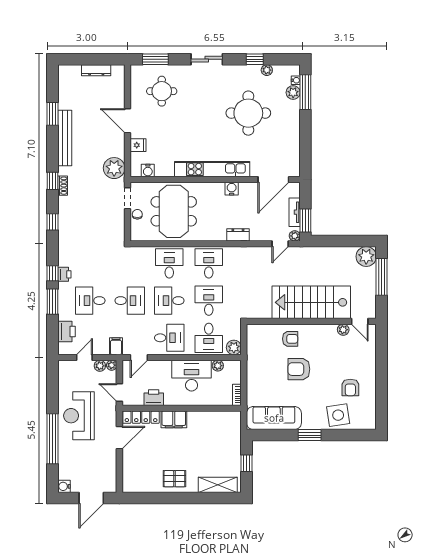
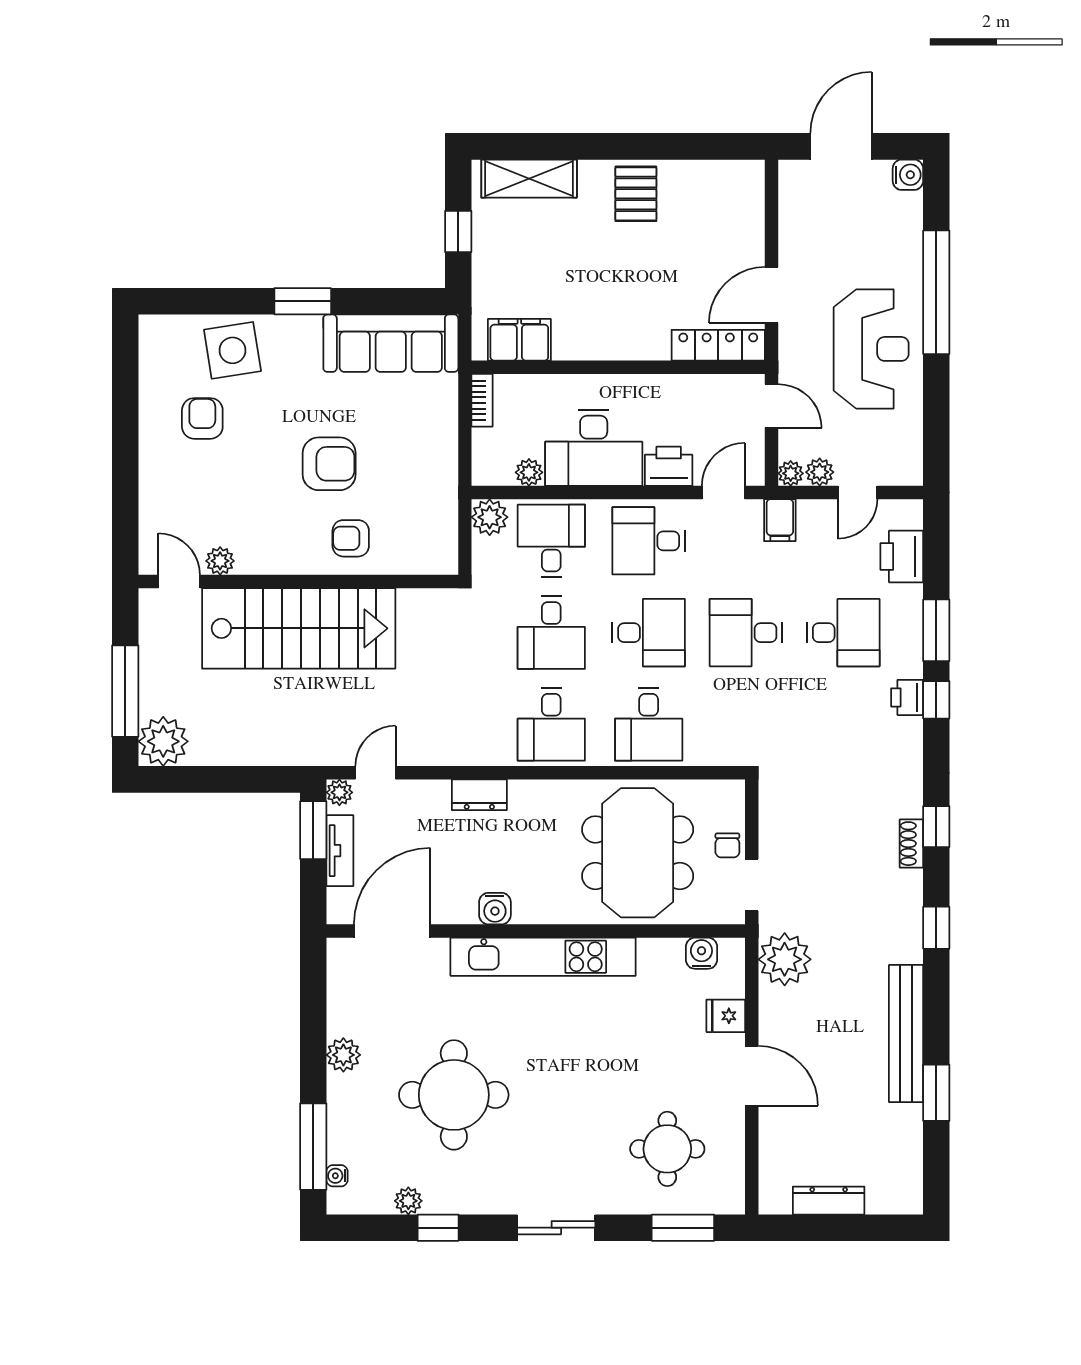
plant: (293, 93) -> (343, 1055), moved
shoe rack: (63, 186) -> (911, 844), moved
printer: (154, 398) -> (669, 466), moved, turned 180
filing cabinet: (174, 419) -> (519, 340), moved
pallet: (174, 479) -> (636, 194), turned 90

